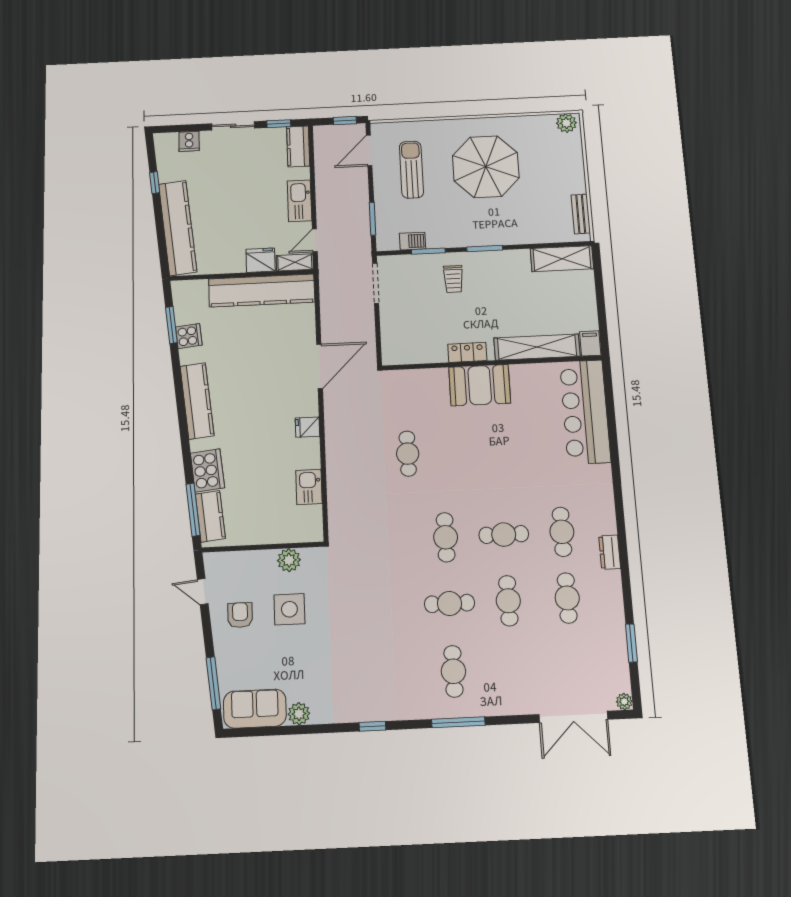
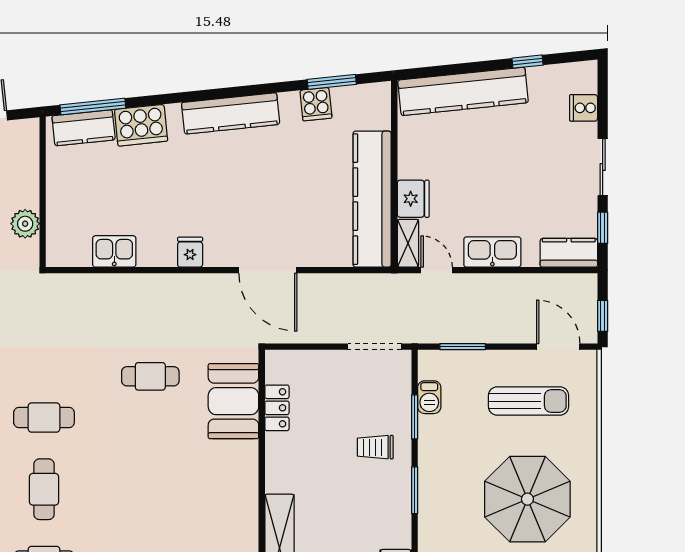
locker: (467, 352) -> (277, 408), moved
booth: (480, 385) -> (233, 401), moved

